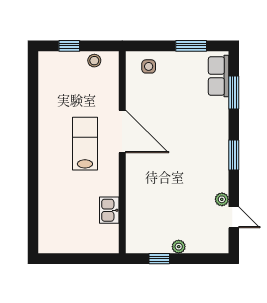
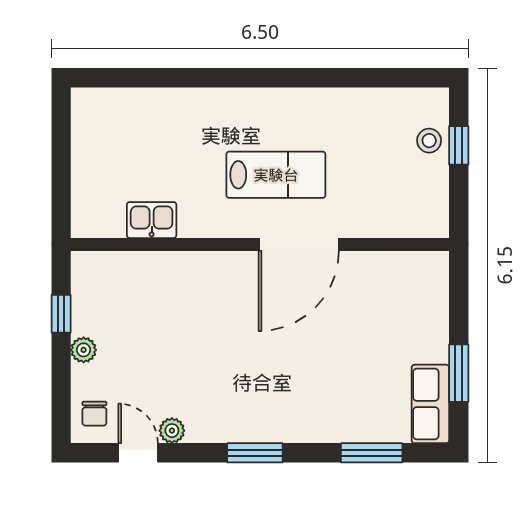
stool: (94, 61) -> (429, 141), moved
side table: (149, 66) -> (420, 294), removed
row of seats: (219, 76) -> (430, 404), moved, turned -90
door: (234, 217) -> (138, 453), swing flipped
chair: (213, 241) -> (94, 414), added

